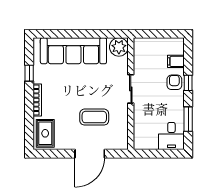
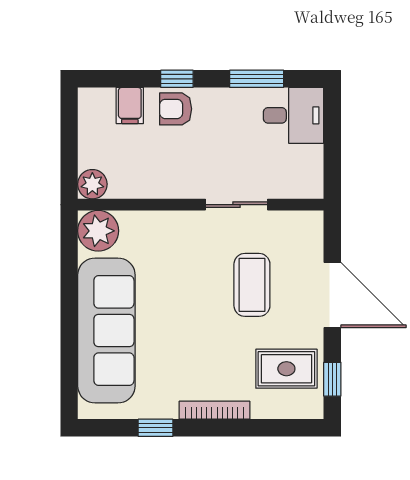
plant: (140, 44) -> (92, 184), added
sliding door: (131, 89) -> (237, 205), moved
rug: (45, 133) -> (286, 369), moved
window: (51, 154) -> (332, 379), added

